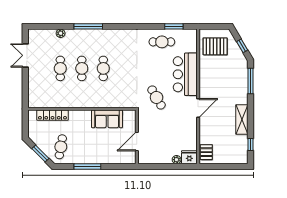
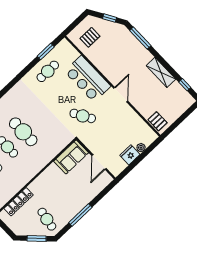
pallet: (215, 46) -> (90, 37), width x0.67, depth x0.71
cafe table: (103, 68) -> (23, 132), width x1.37, depth x1.35
sofa: (107, 119) -> (71, 157), moved
fridge: (189, 157) -> (130, 155), moved

